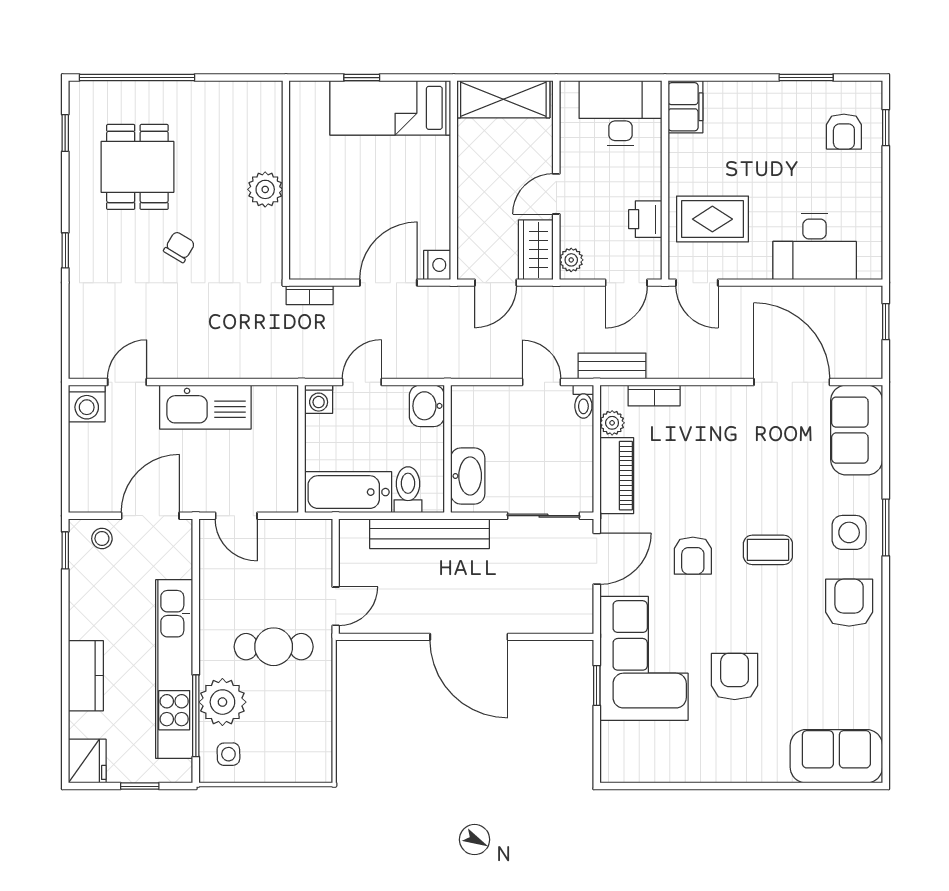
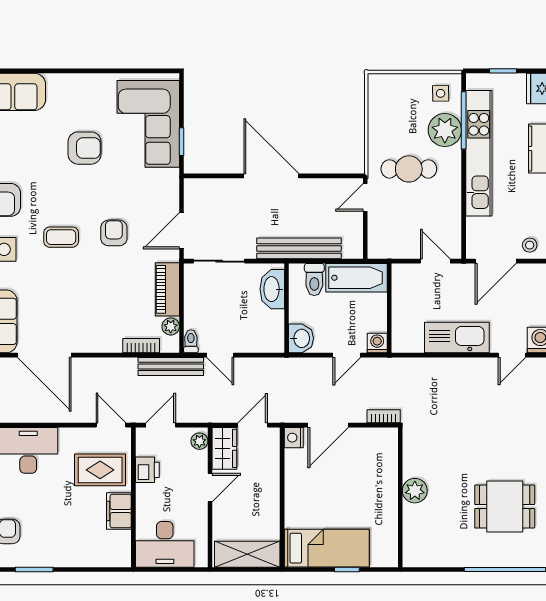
filing cabinet: (686, 107) -> (119, 511), moved
dining table: (137, 167) -> (505, 507), turned 90
chair: (179, 247) -> (475, 450), removed
bench: (612, 366) -> (171, 366), width x1.36
corner sofa: (644, 658) -> (148, 124), moved
armchair: (735, 676) -> (85, 148), turned -90

